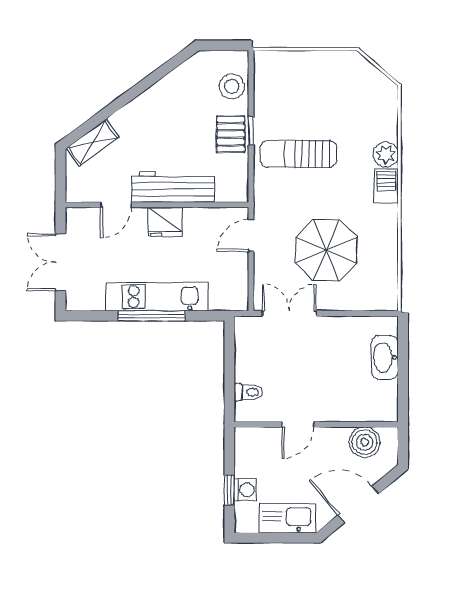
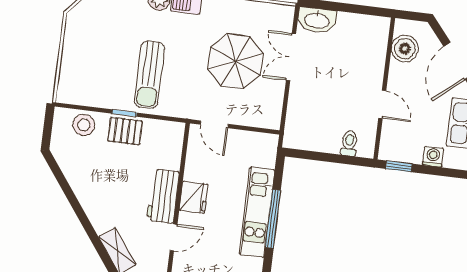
workbench: (173, 187) -> (163, 196), width x0.73
door: (116, 205) -> (174, 237), hinge flipped
double door: (289, 313) -> (291, 57), moved
washbasin: (385, 357) -> (317, 20), moved
window: (229, 490) -> (399, 166), moved

